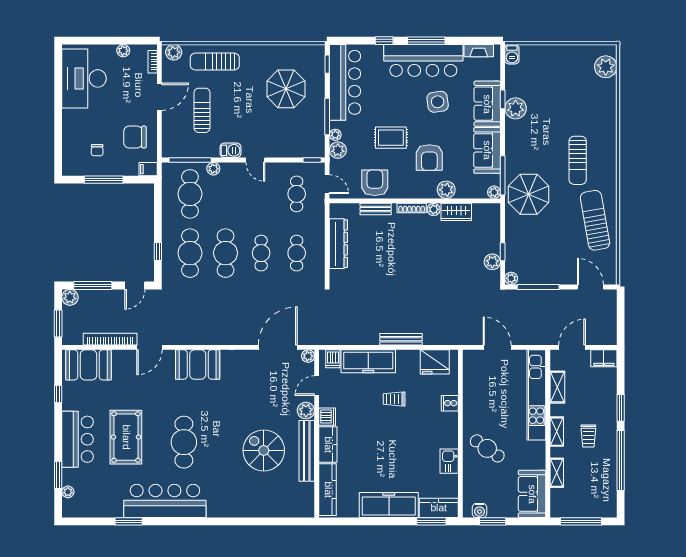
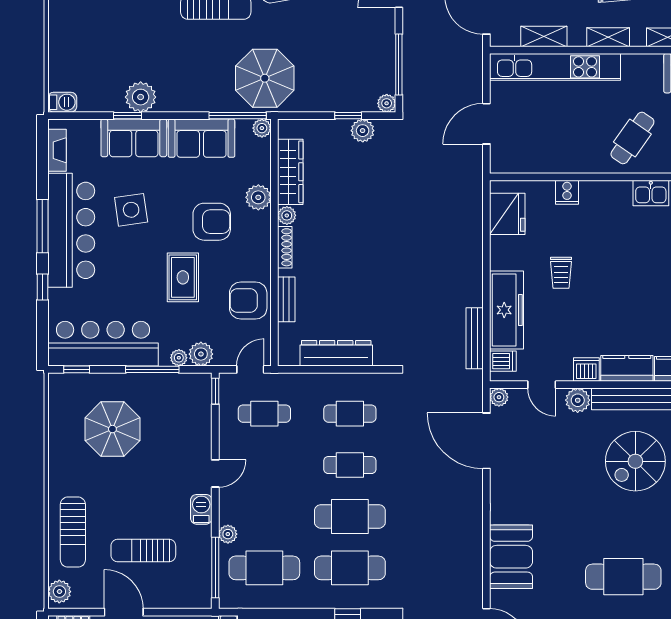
wardrobe: (456, 212) -> (290, 172), width x1.50
bench: (401, 339) -> (475, 338), moved

